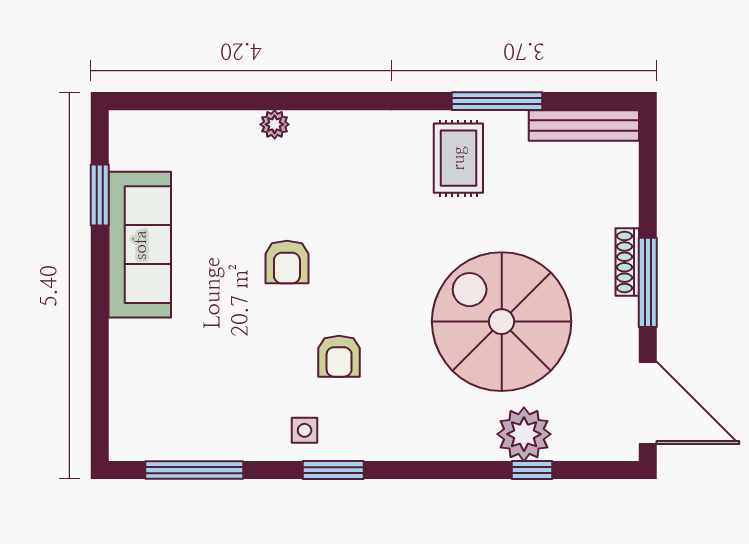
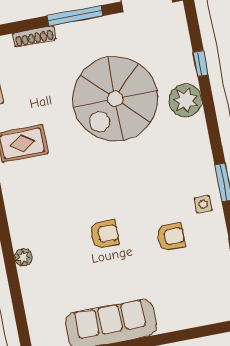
shoe rack: (627, 262) -> (34, 36), moved
armchair: (339, 356) -> (171, 237), moved
plant: (524, 434) -> (185, 100), moved

